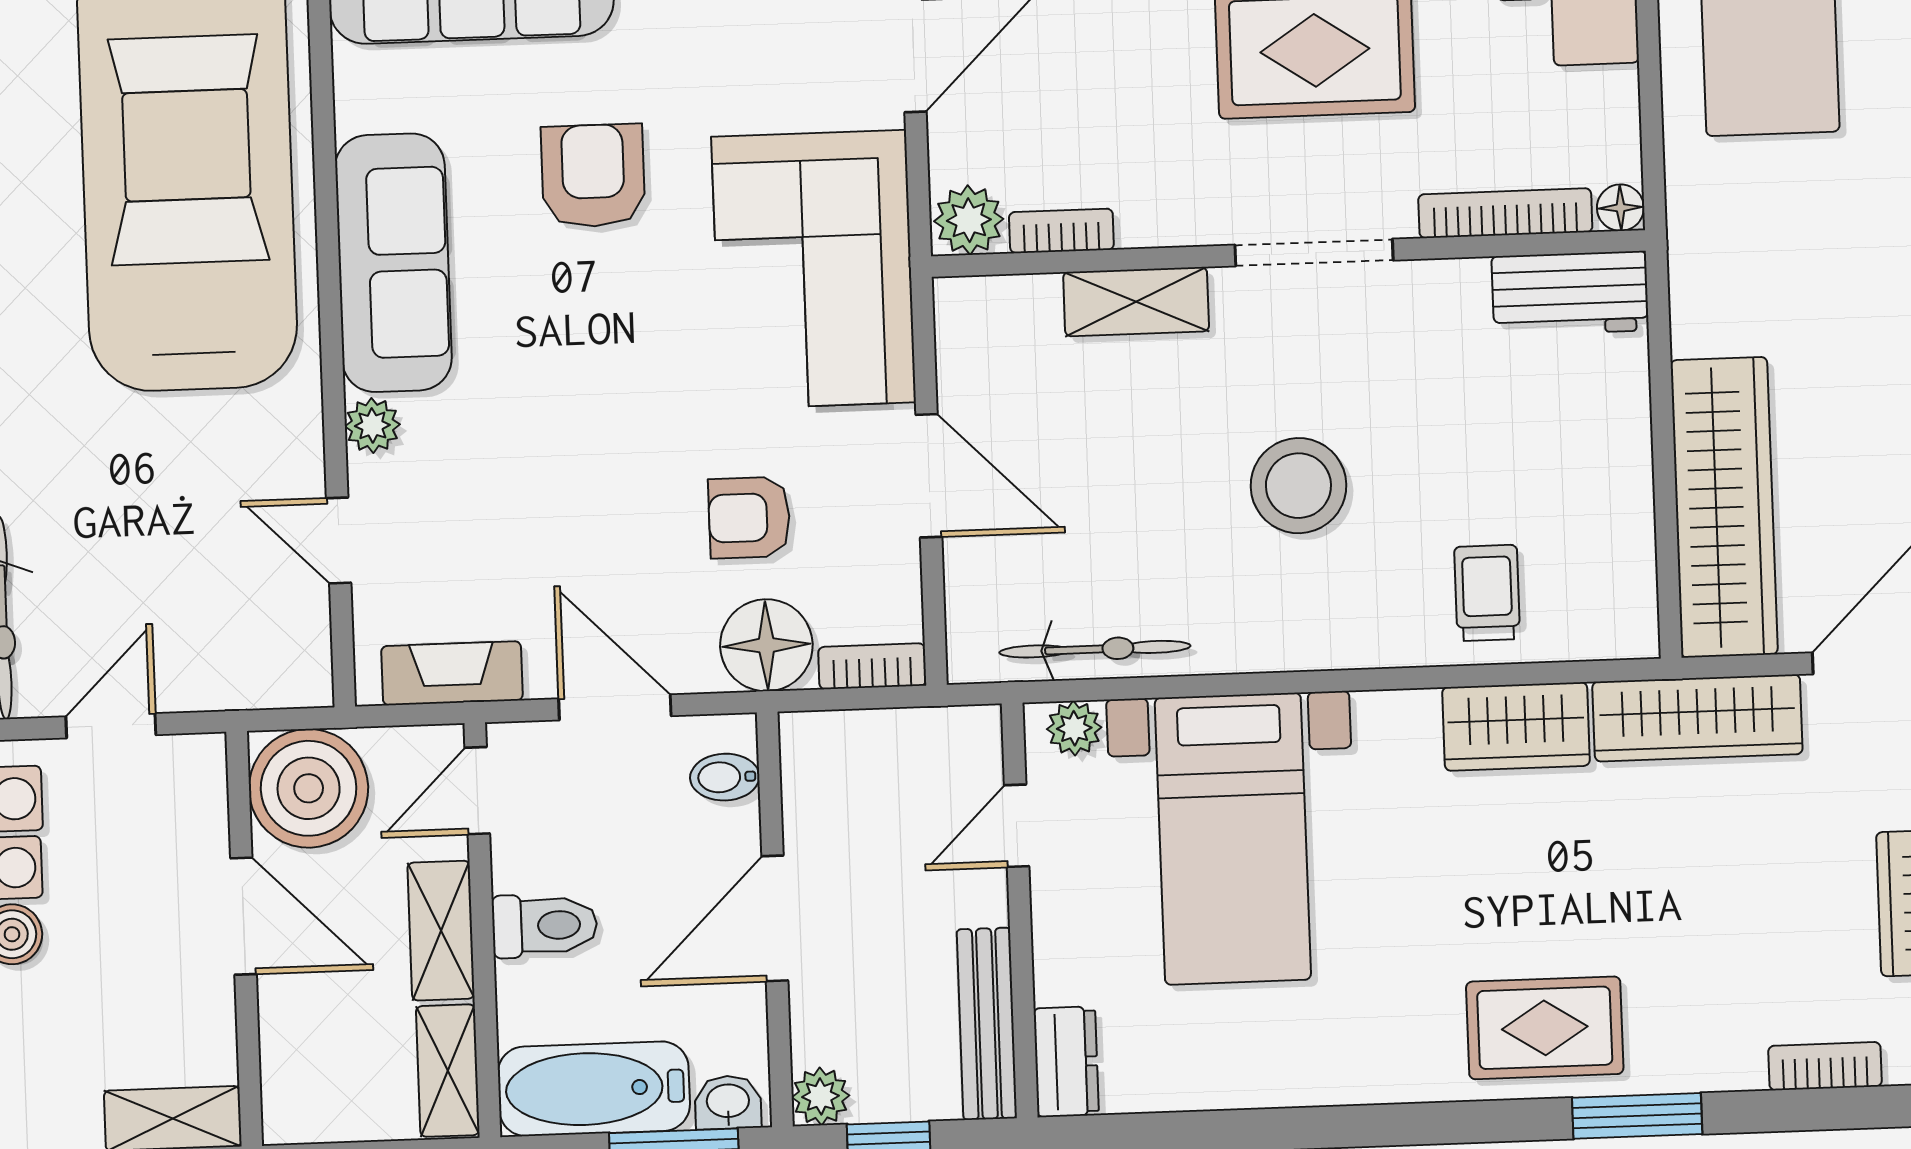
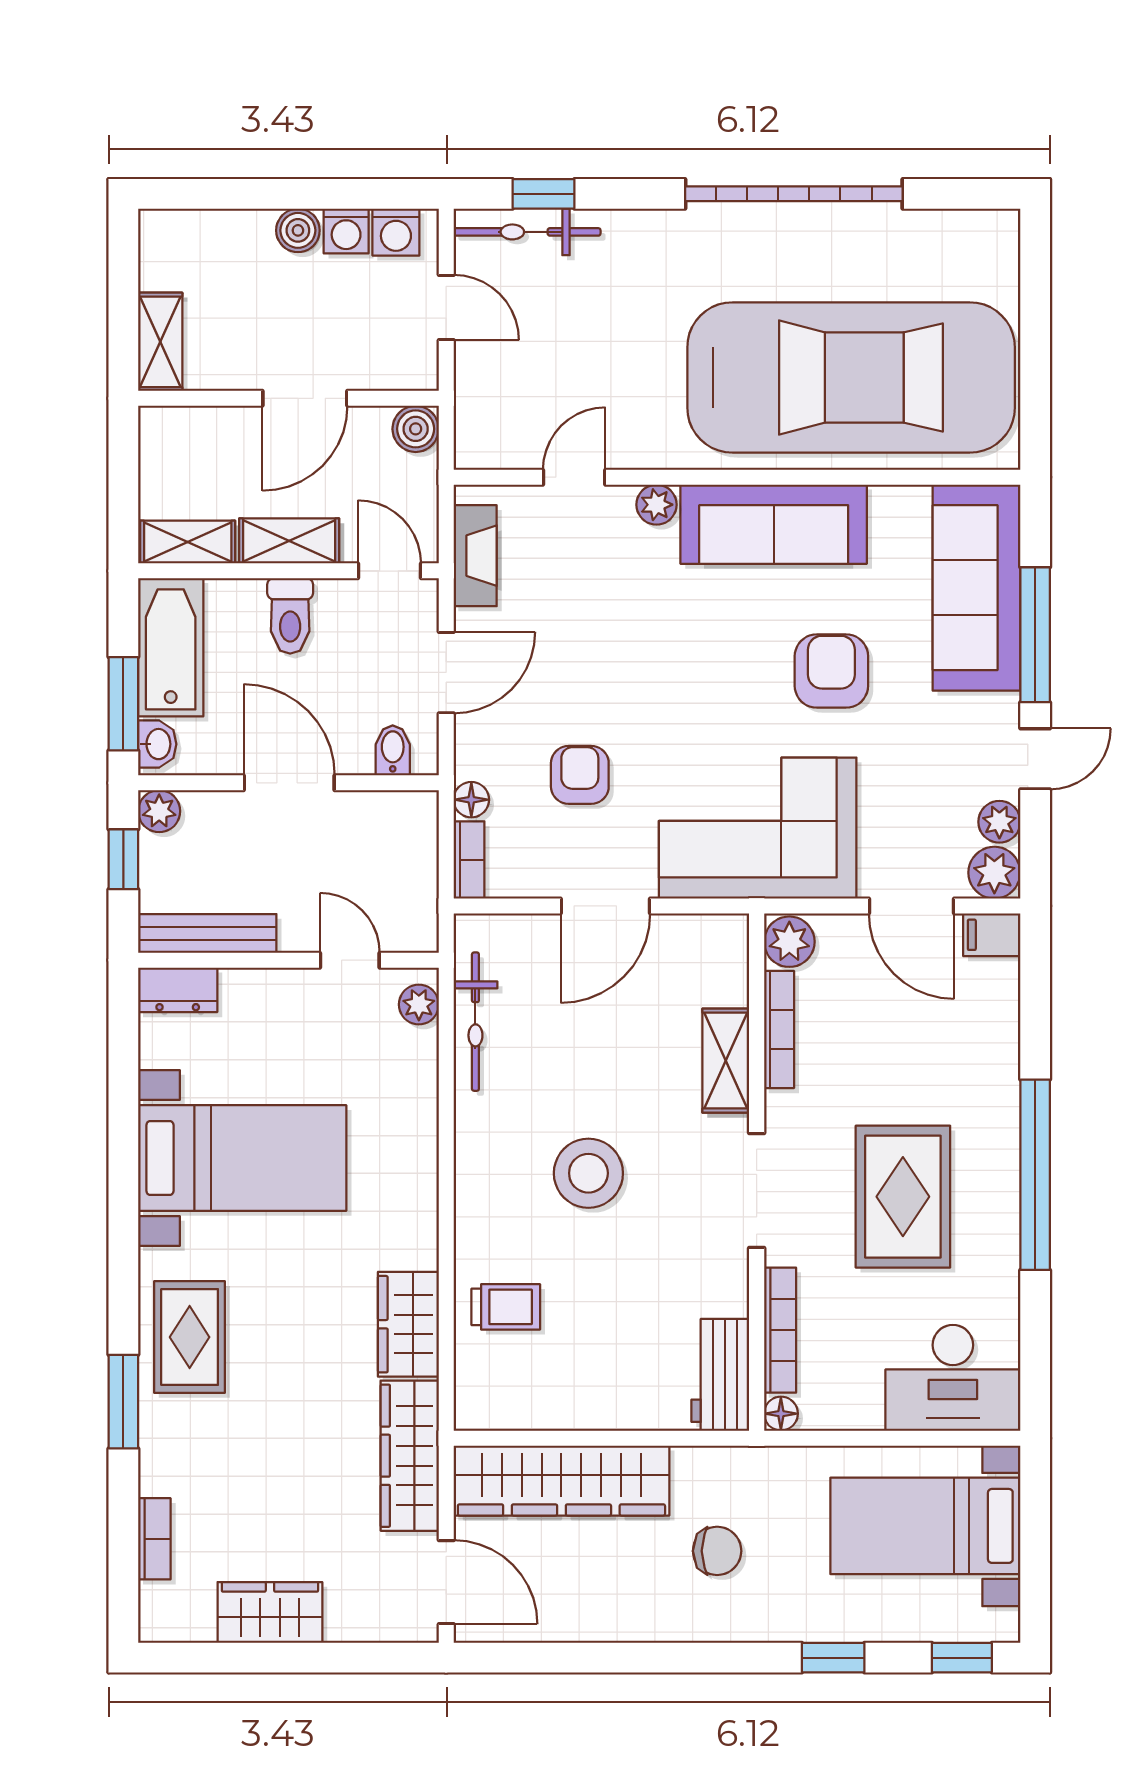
armchair: (593, 176) -> (831, 671), turned -90
bookcase: (1061, 231) -> (779, 1030), width x1.56
chair: (1813, 289) -> (717, 1551), added
floor lamp: (766, 645) -> (471, 800), width x0.53, depth x0.53
boiler: (309, 788) -> (416, 429), width x0.54, depth x0.54
bed with nightstands: (1233, 839) -> (242, 1158), moved, turned 180

